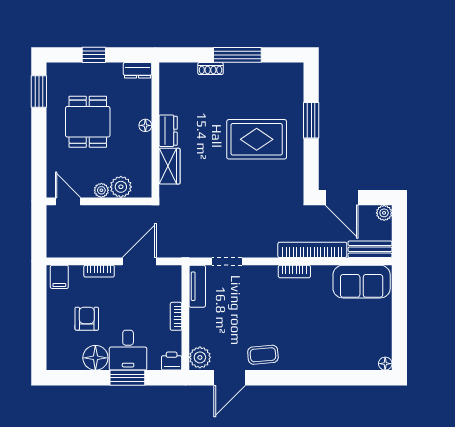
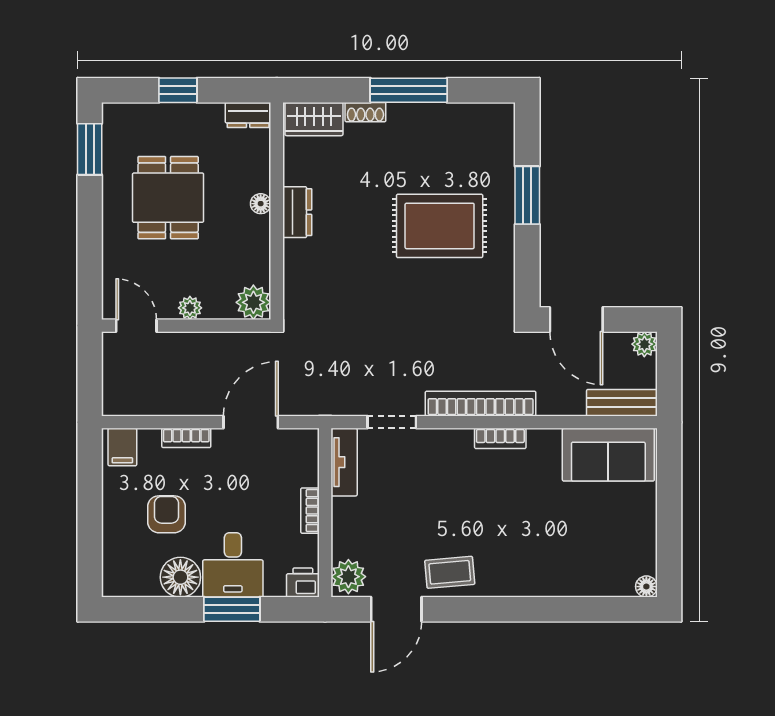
wardrobe: (170, 166) -> (314, 119), moved, turned 90
plant: (121, 187) -> (253, 302), moved
bookcase: (312, 250) -> (481, 404), moved

